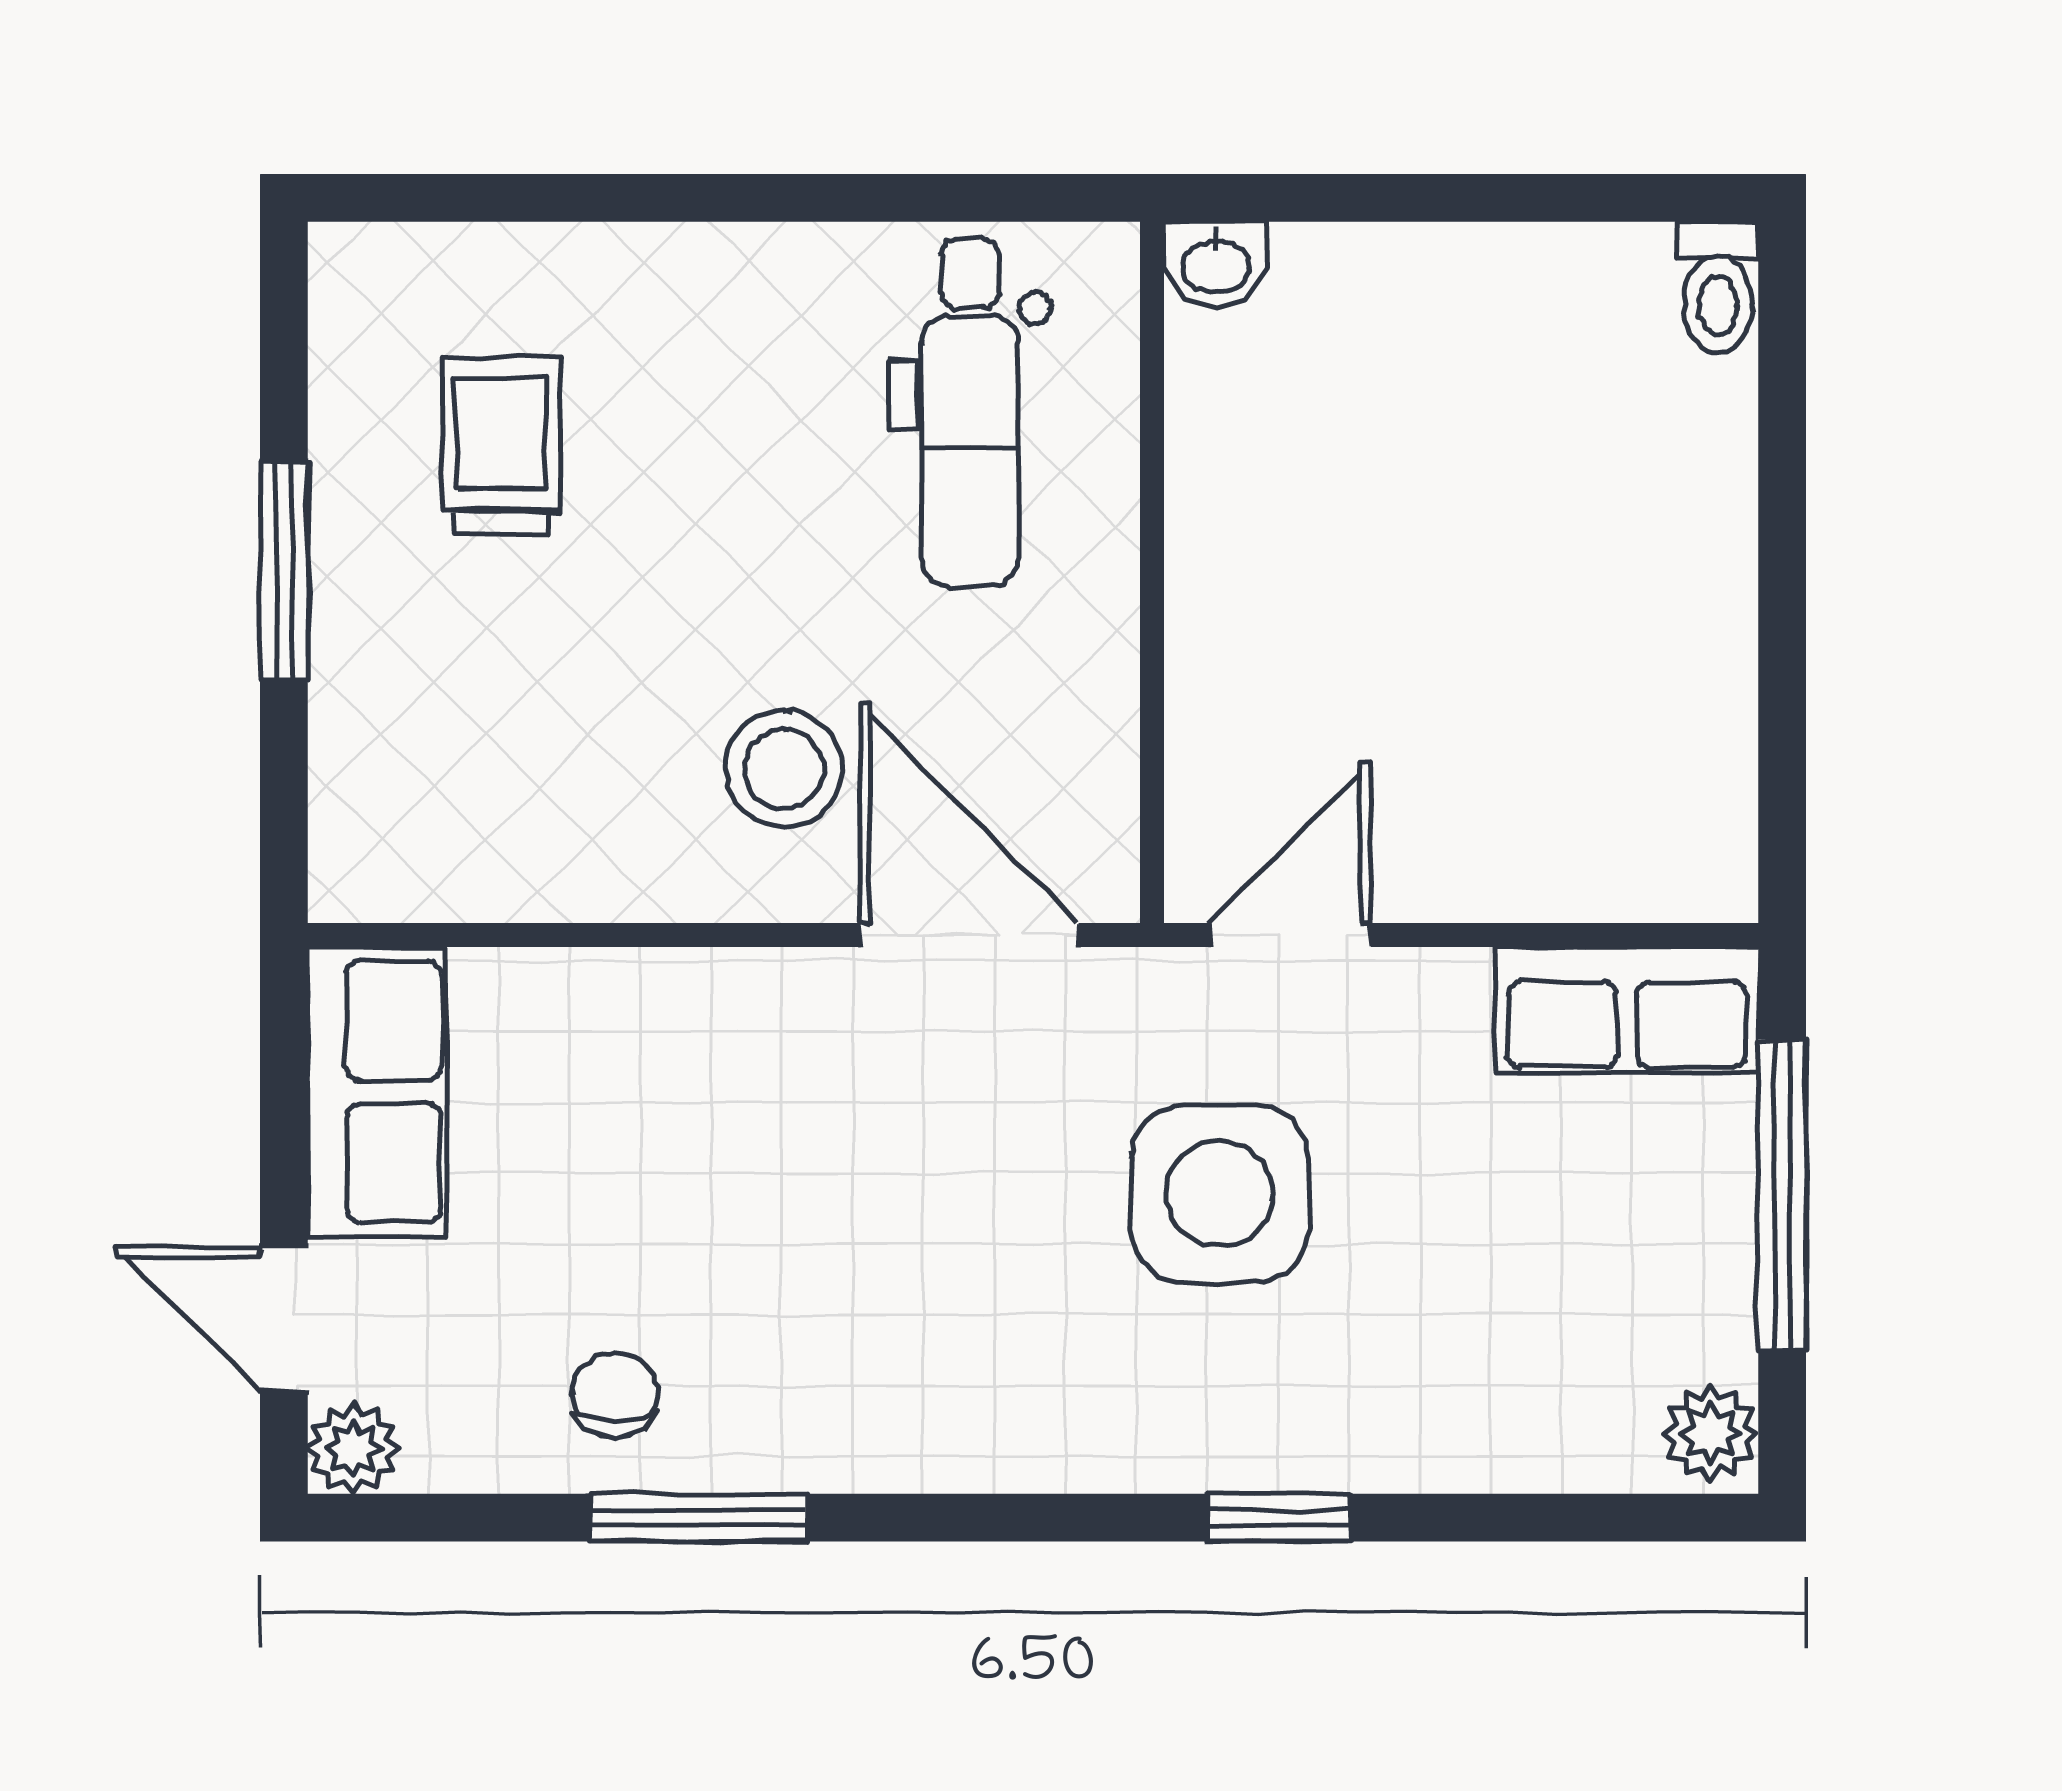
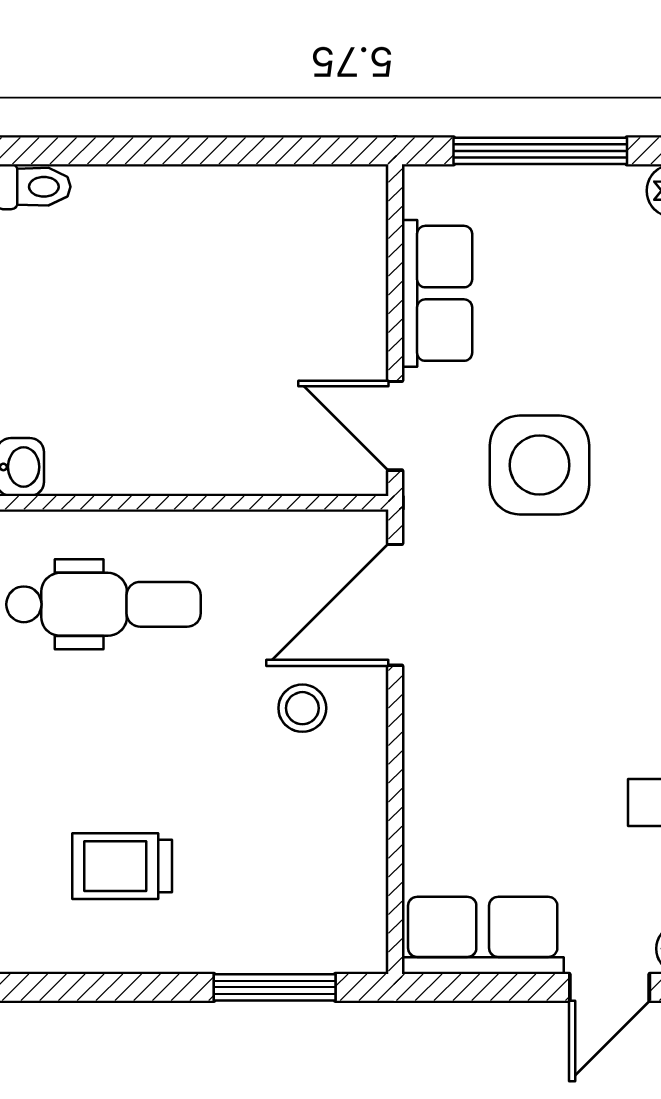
window: (284, 571) -> (275, 987), moved
stool: (784, 769) -> (302, 708), width x0.73, depth x0.73
row of seats: (1627, 1010) -> (437, 293), moved

